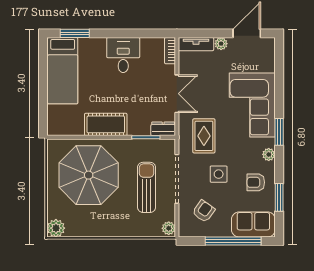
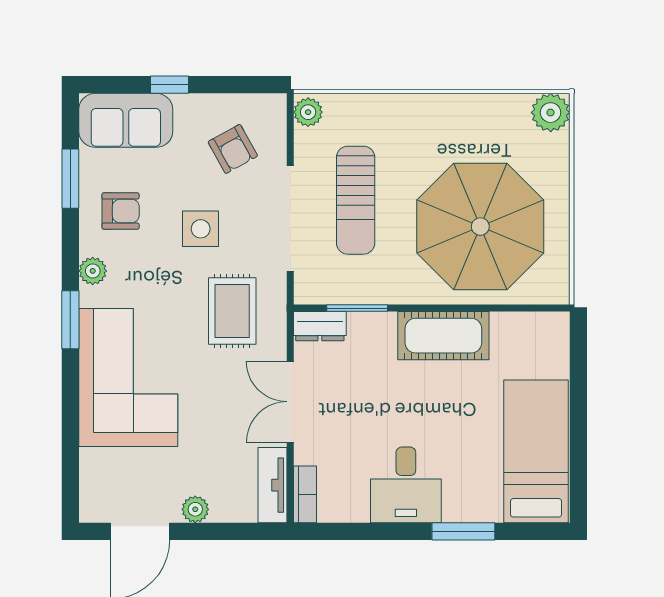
window: (75, 33) -> (463, 531), moved
tv unit: (196, 44) -> (272, 485), moved, turned -90
armchair: (204, 211) -> (233, 149), turned -64
window: (233, 241) -> (170, 85), width x0.32

